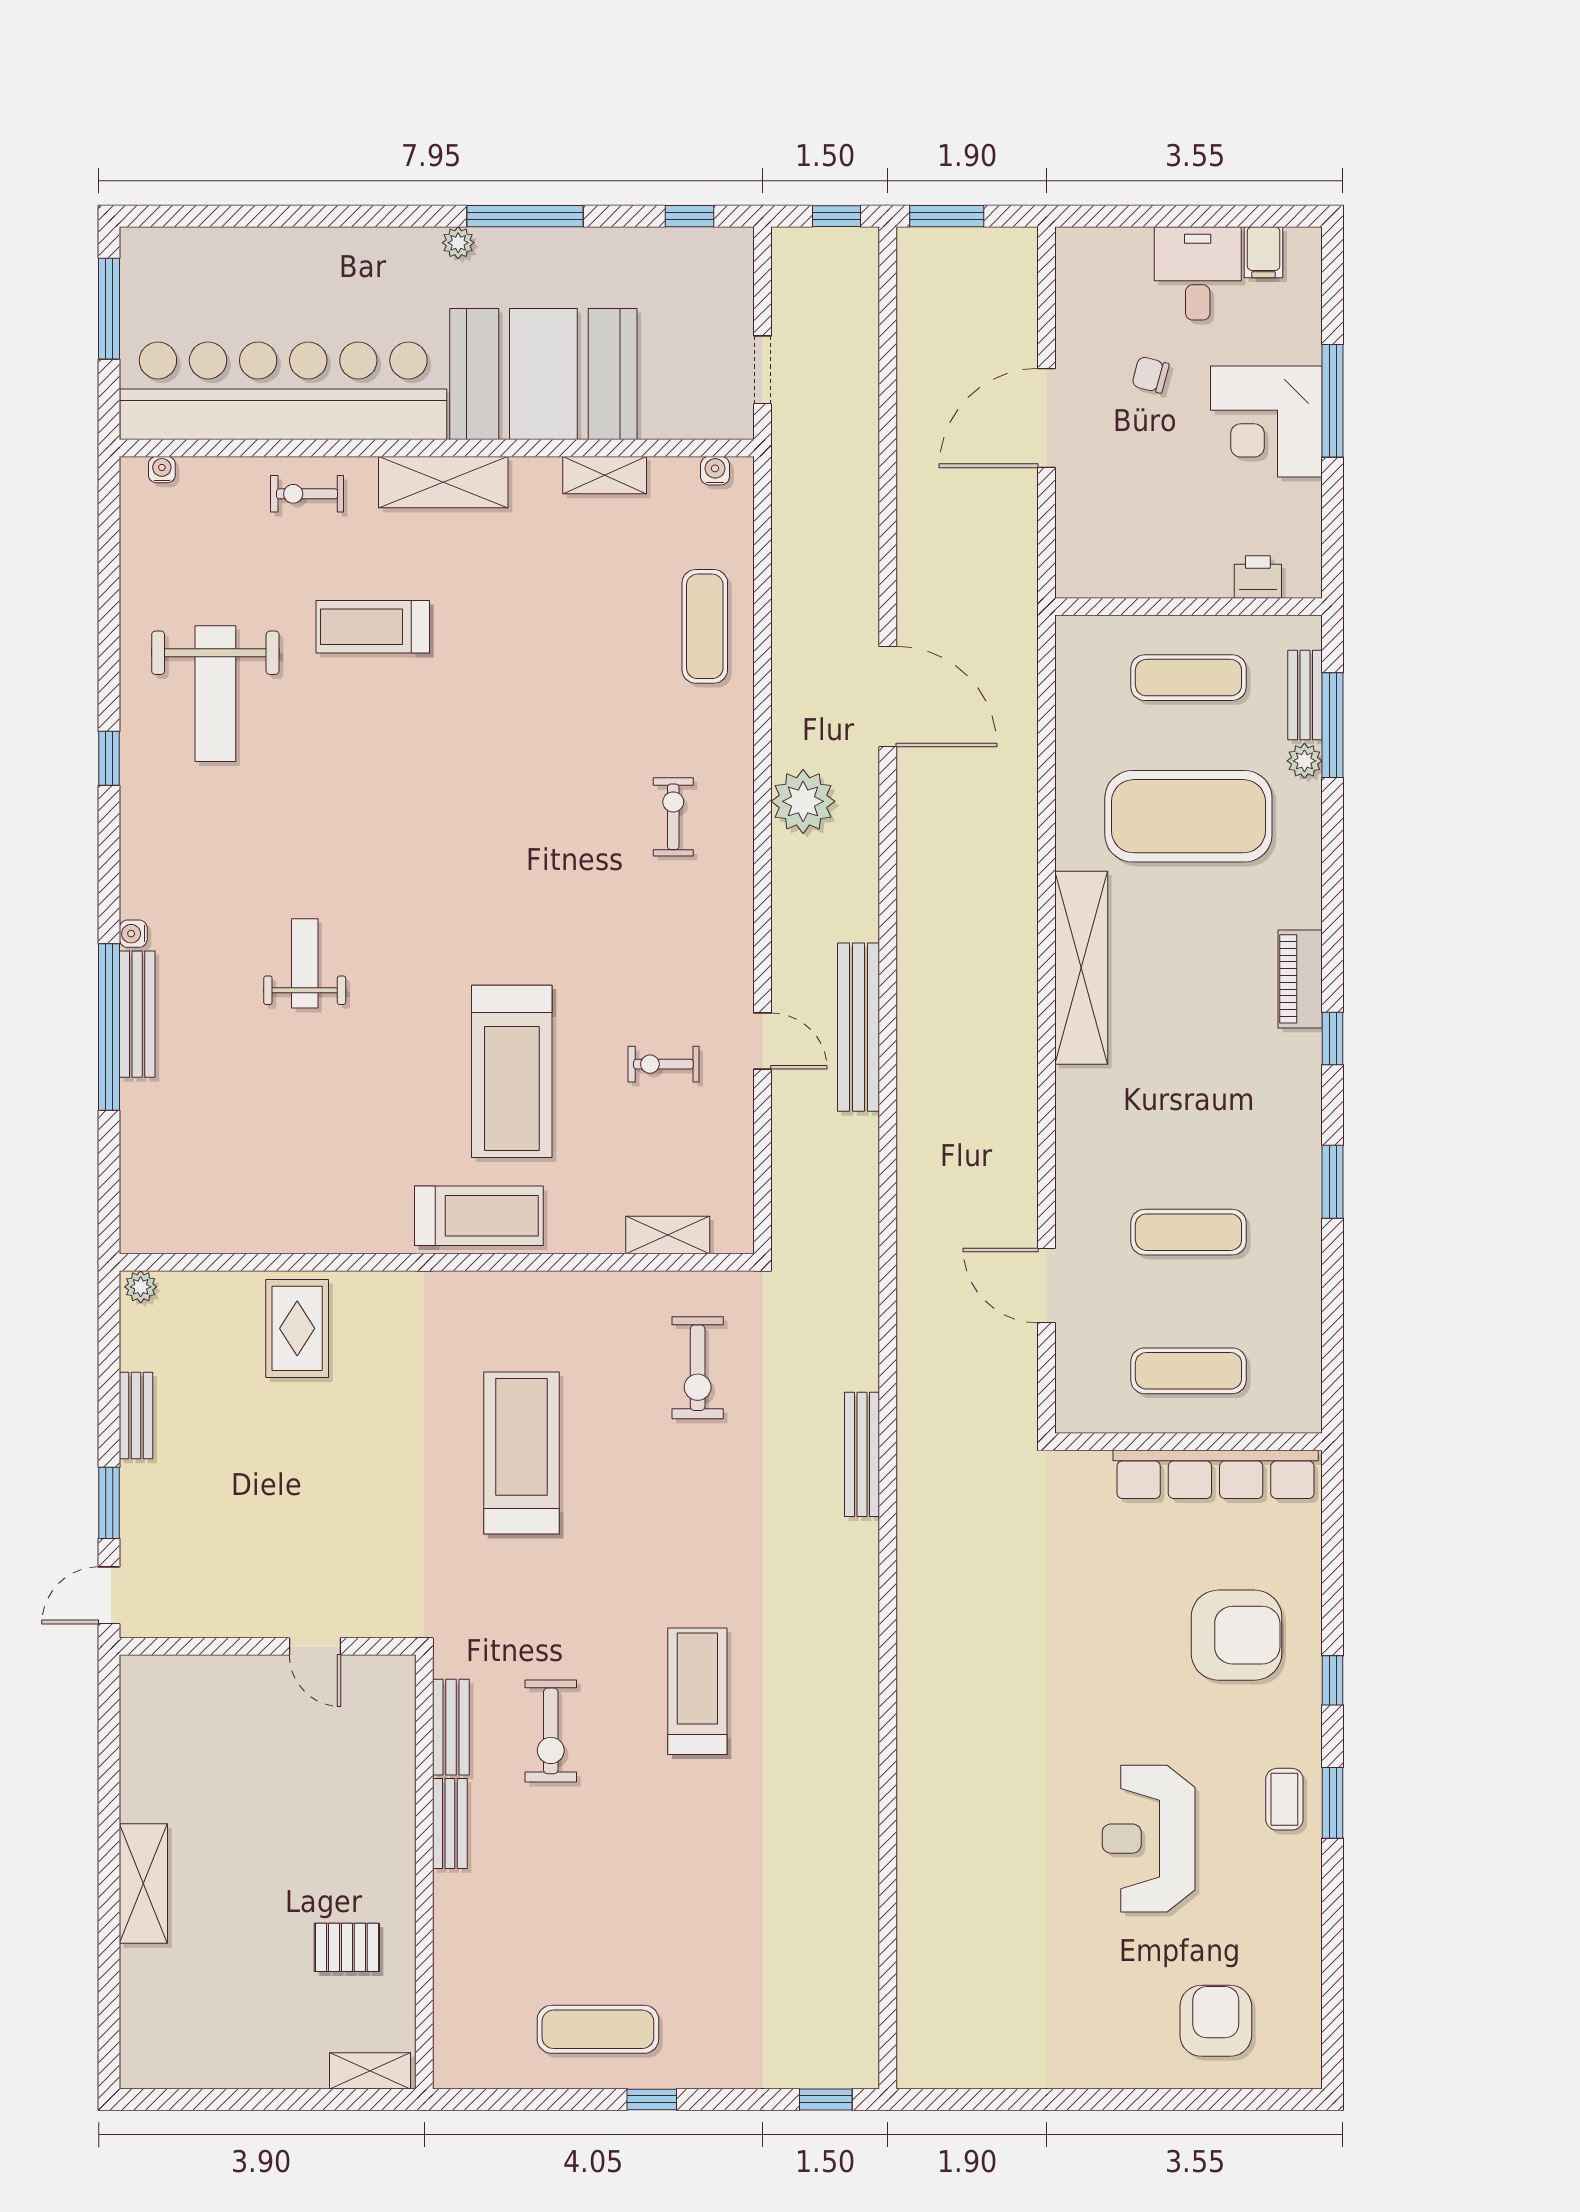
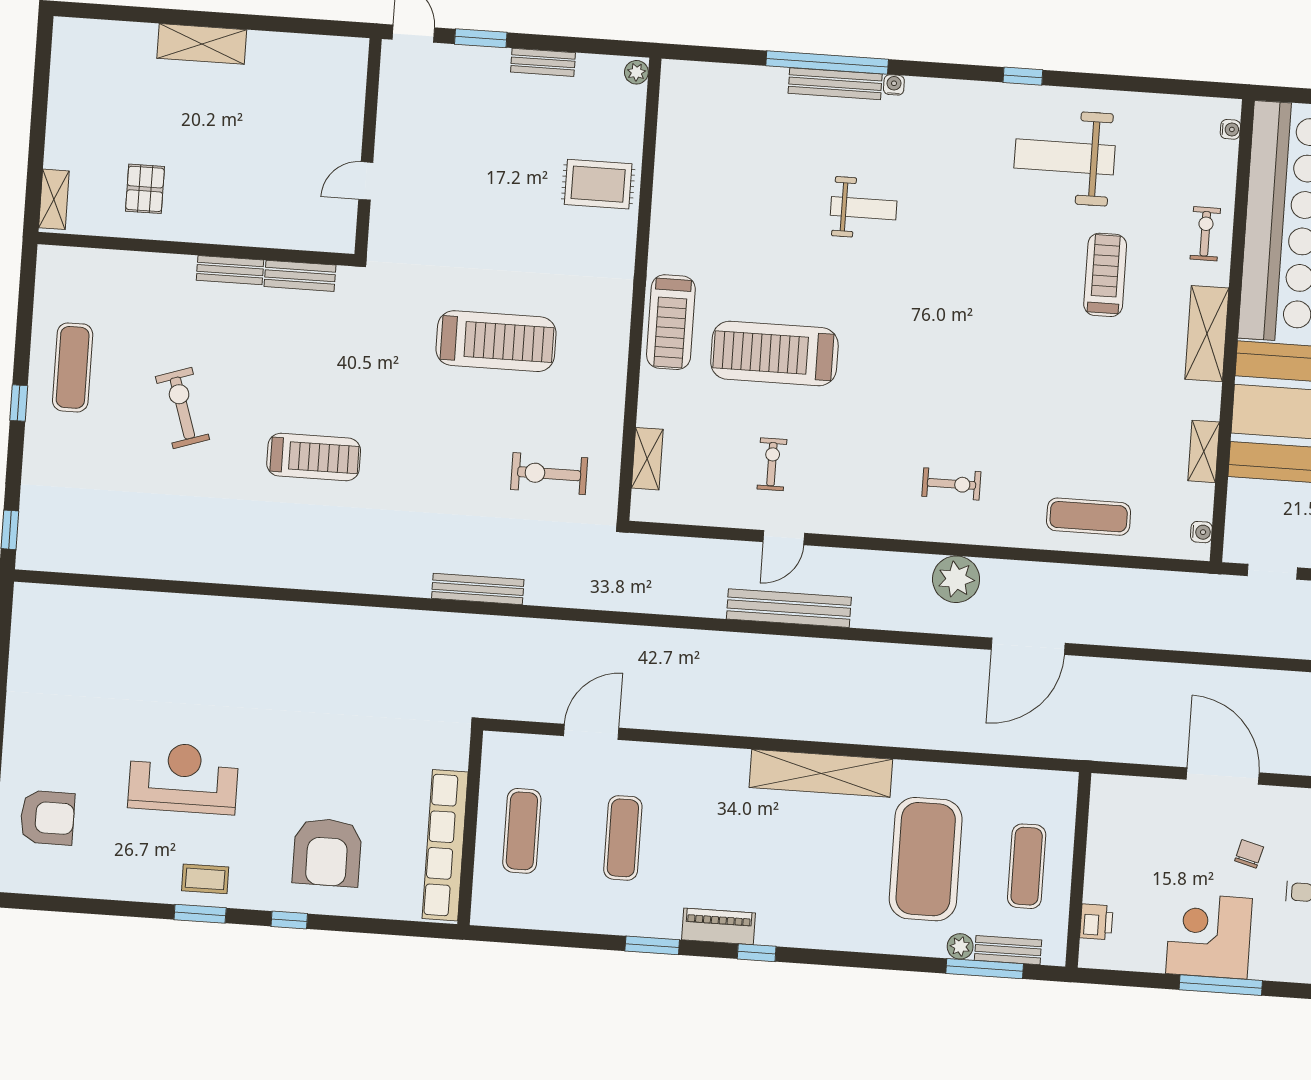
piano: (1300, 979) -> (718, 926), moved
exercise bike: (551, 1731) -> (182, 408), moved, turned 72

